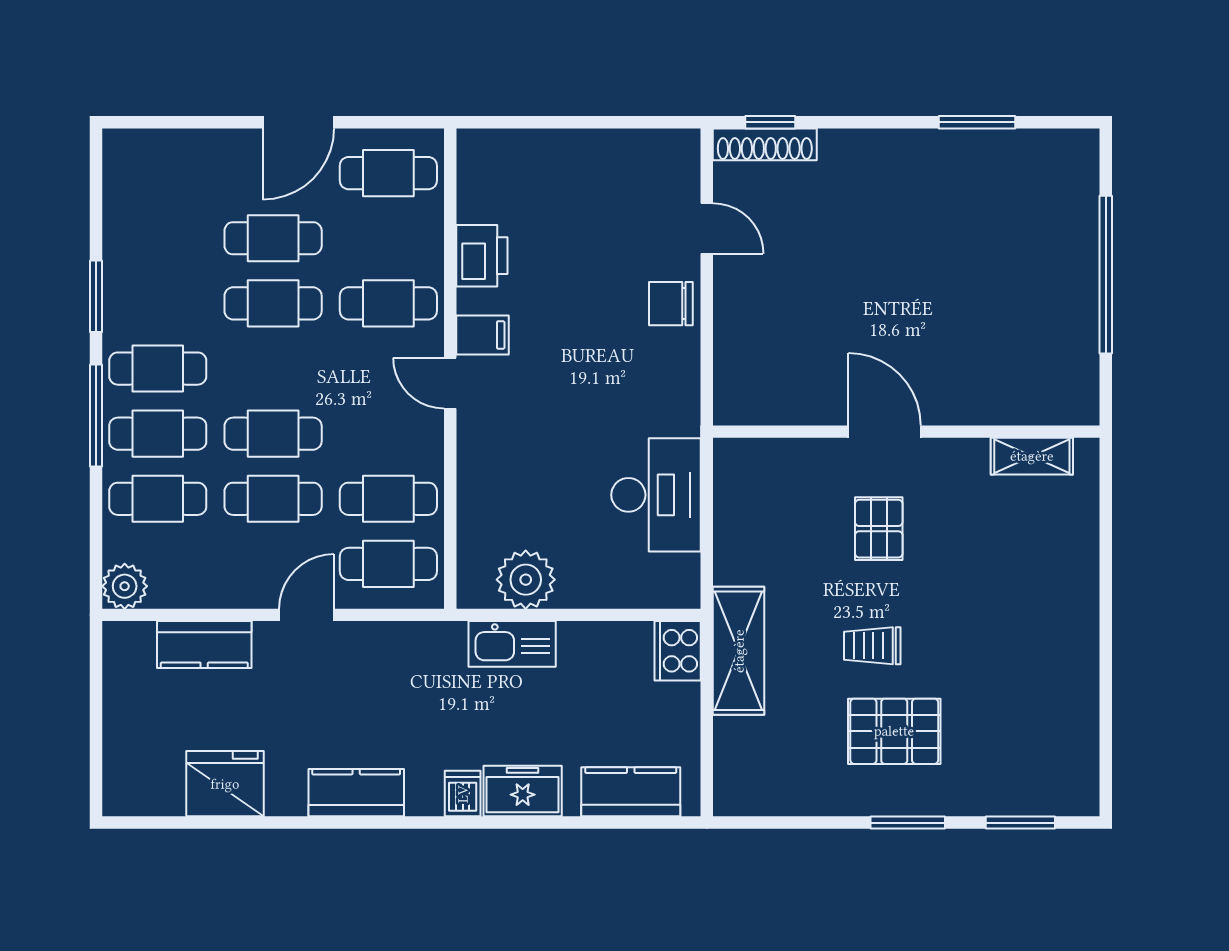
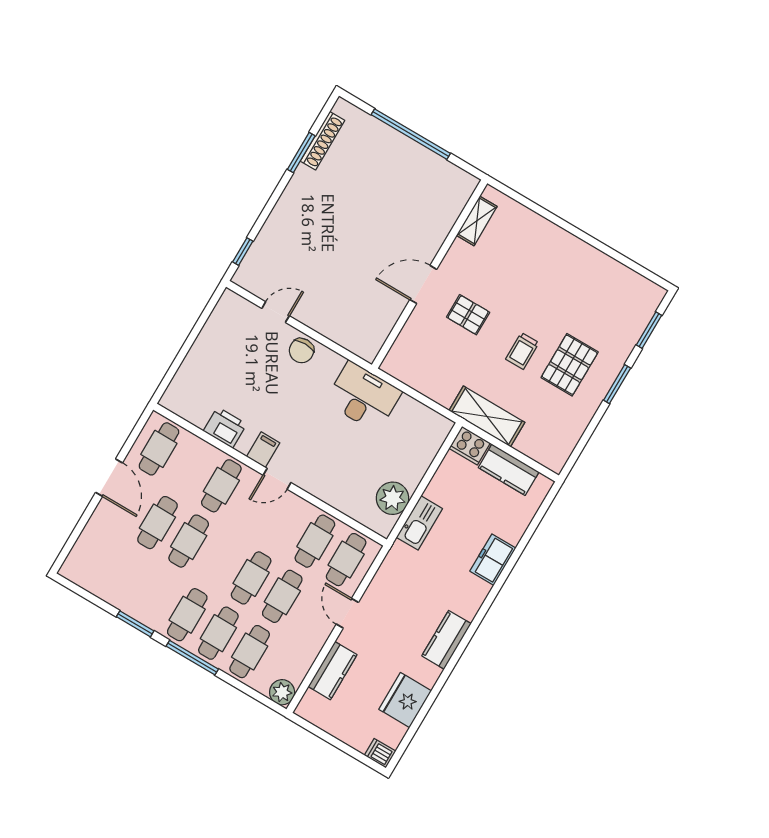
shoe rack: (765, 144) -> (323, 141), moved
desk: (656, 495) -> (363, 397), moved
kitchen counter: (631, 792) -> (509, 470), moved, turned -90
dishwasher: (463, 794) -> (380, 753), moved

